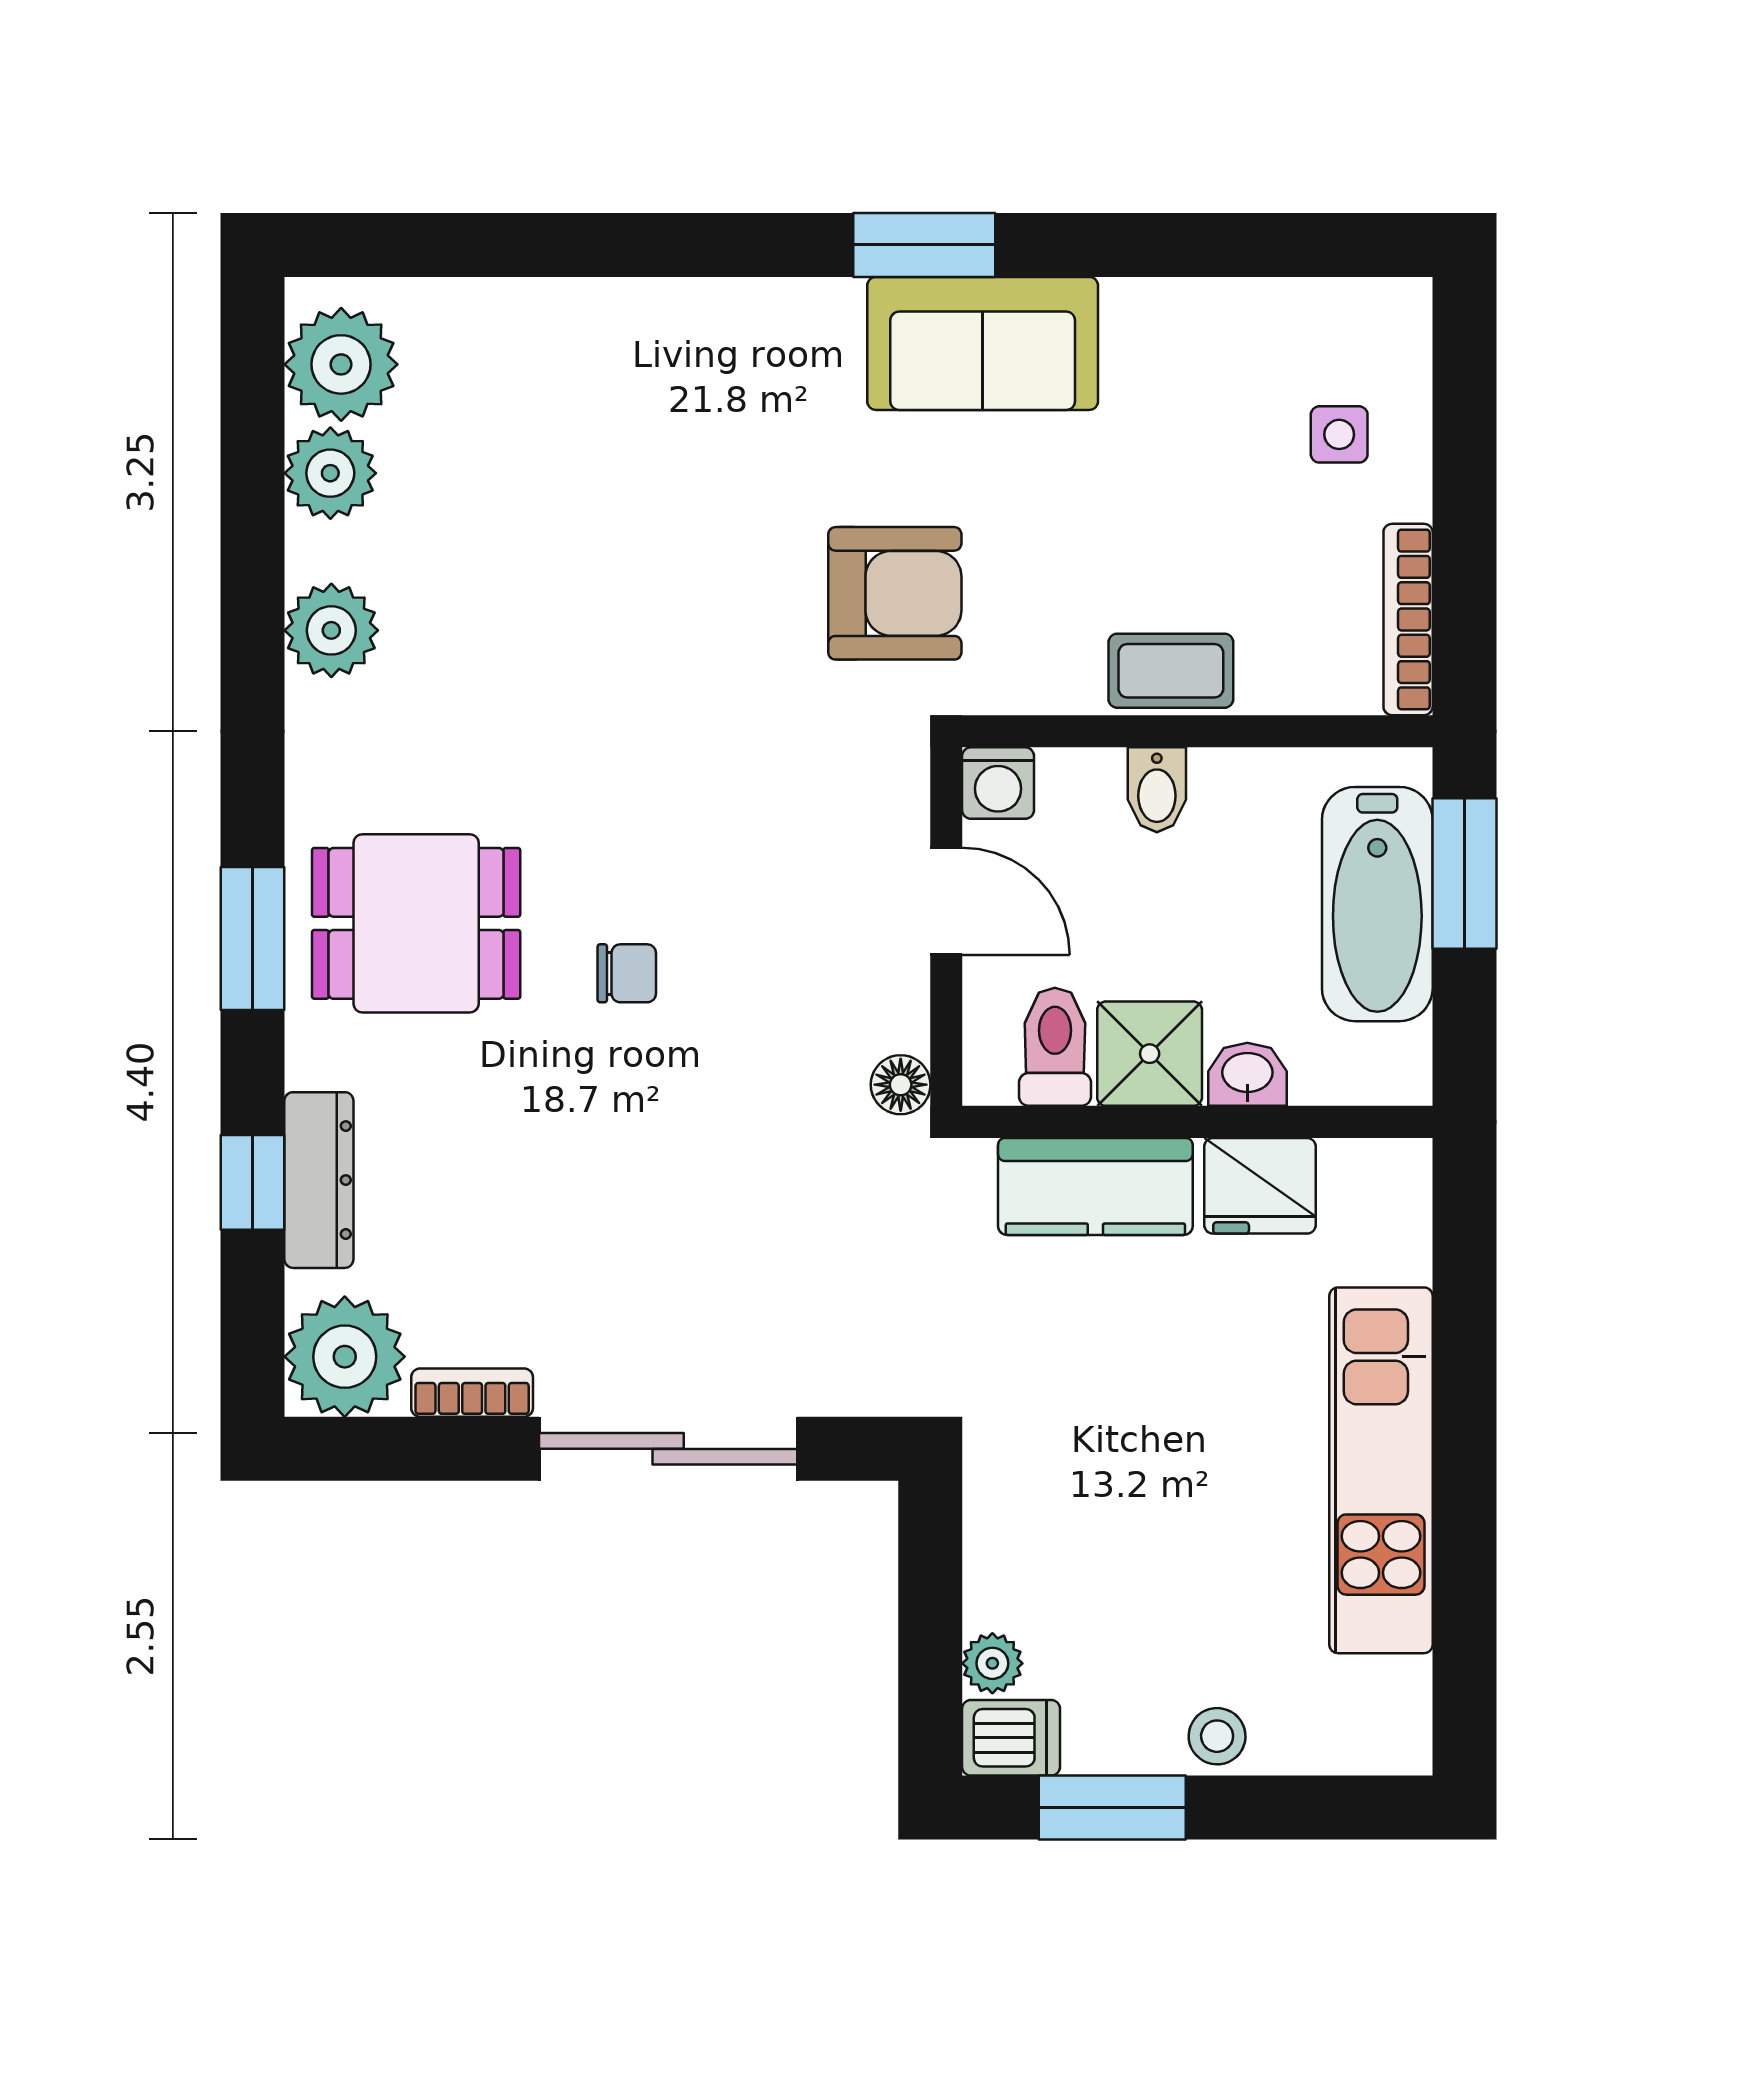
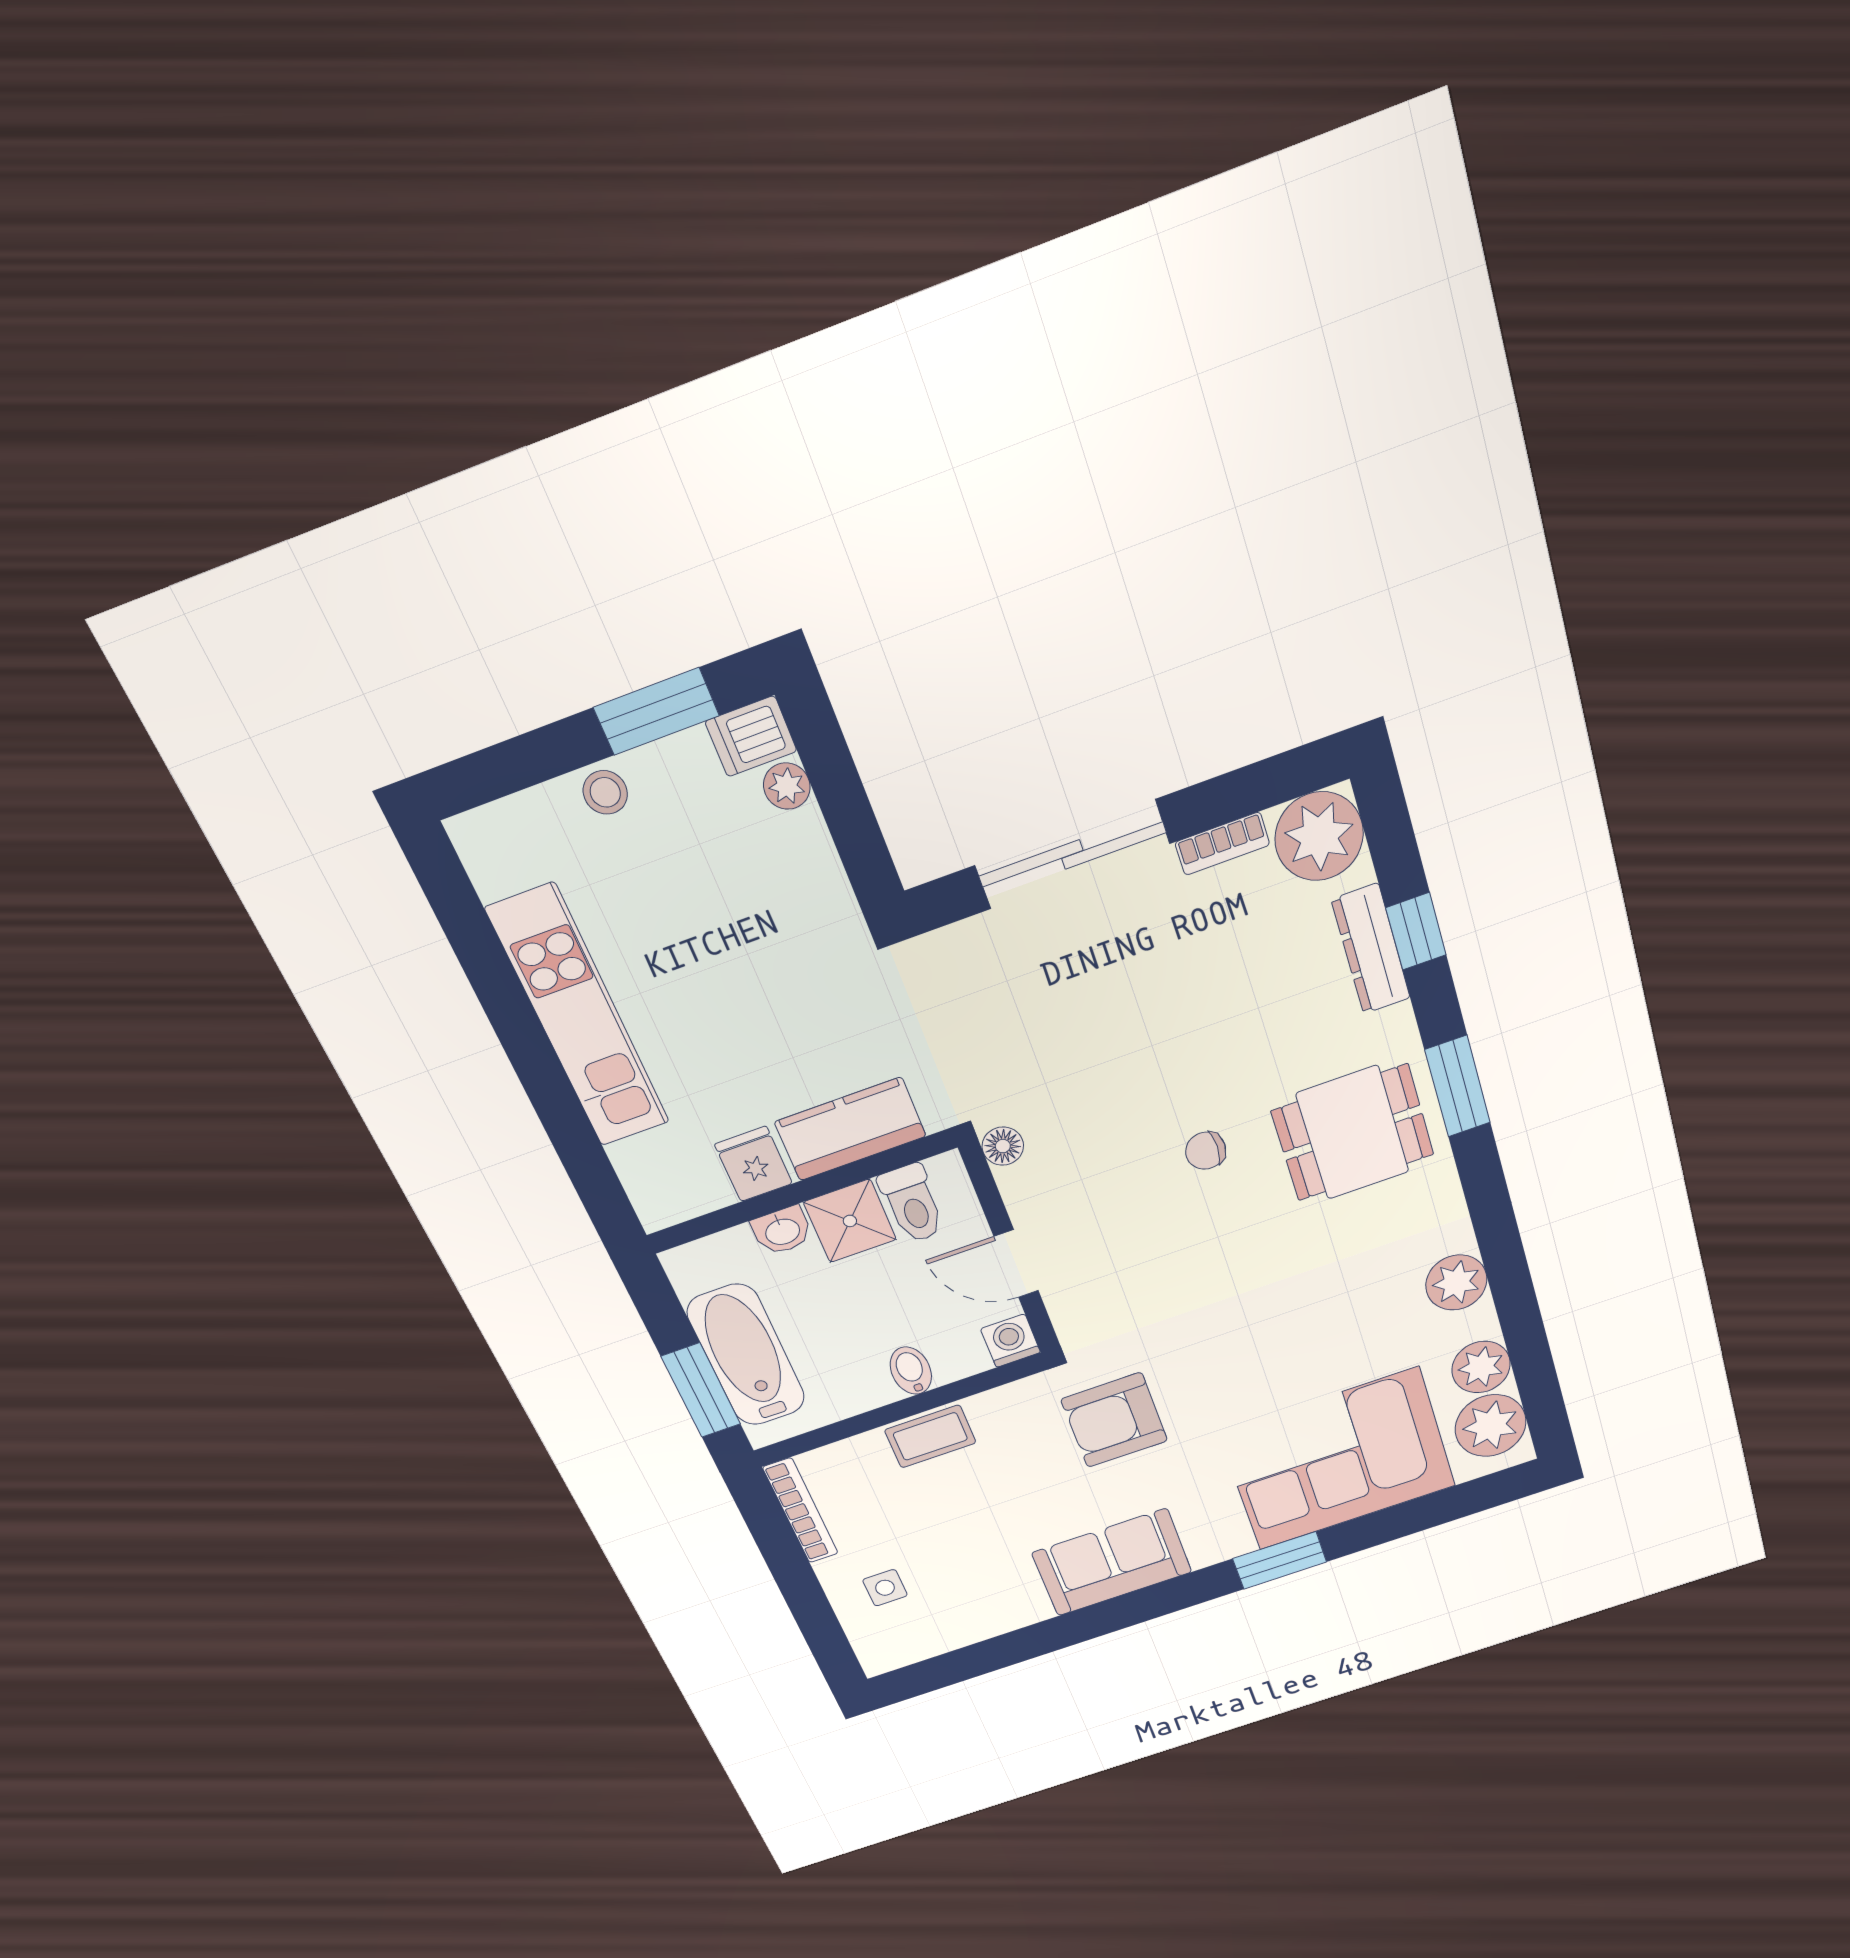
window: (924, 245) -> (1280, 1560), moved
corner sofa: (586, 394) -> (1338, 1460), added
fridge: (1260, 1186) -> (754, 1164), width x0.72

